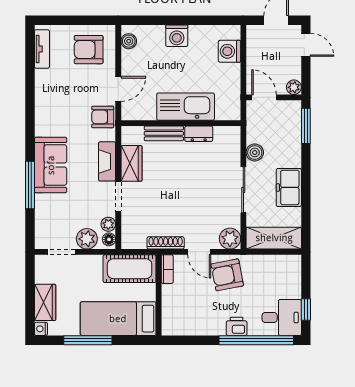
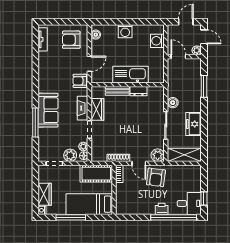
plant: (294, 87) -> (197, 50), moved
door: (264, 97) -> (178, 57), moved
wall: (274, 97) -> (184, 57), moved
armchair: (227, 275) -> (156, 177), turned -72

